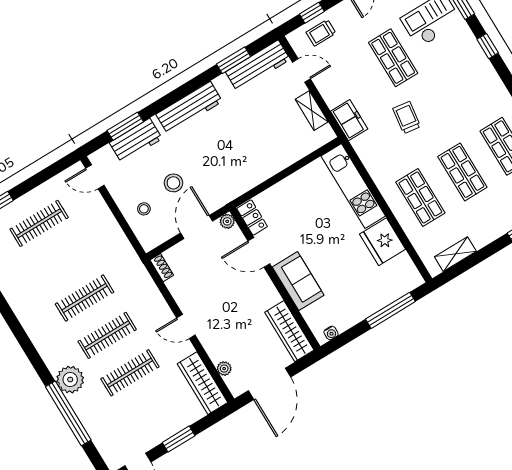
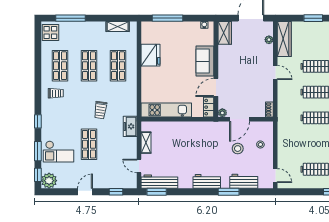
trolley: (321, 33) -> (56, 93), moved
window: (234, 60) -> (157, 192), moved
workbench: (189, 108) -> (207, 181), width x0.73
window: (125, 126) -> (229, 192), moved
kitchen unit: (353, 186) -> (166, 110), moved, turned -90
door: (259, 252) -> (216, 87), swing flipped
wardrobe: (289, 331) -> (225, 33), width x0.67

